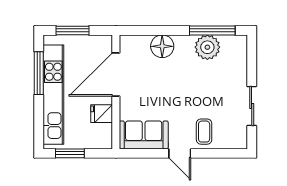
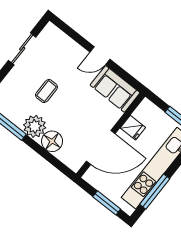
plant: (207, 47) -> (35, 126), moved
coffee table: (204, 132) -> (46, 91), moved
door: (180, 153) -> (100, 56), swing flipped

